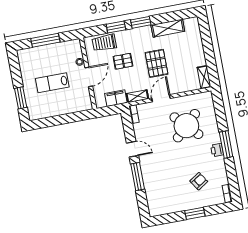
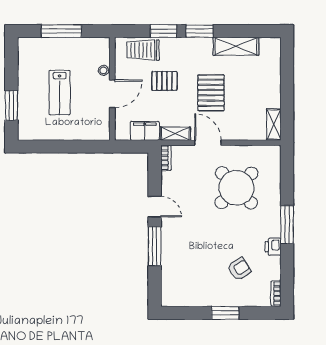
lab bench: (52, 83) -> (60, 93), turned -90
door: (161, 98) -> (208, 143), hinge flipped
printer: (217, 150) -> (273, 247), moved

